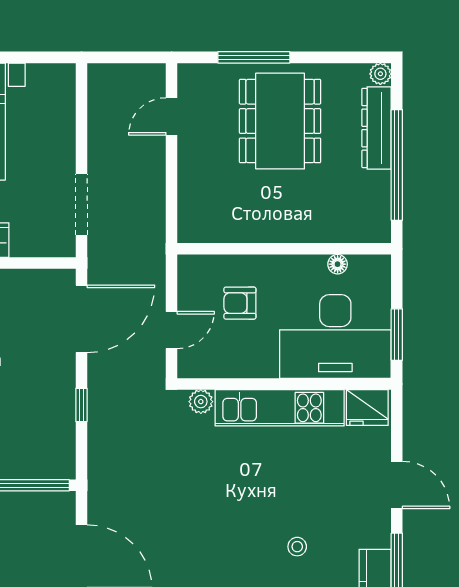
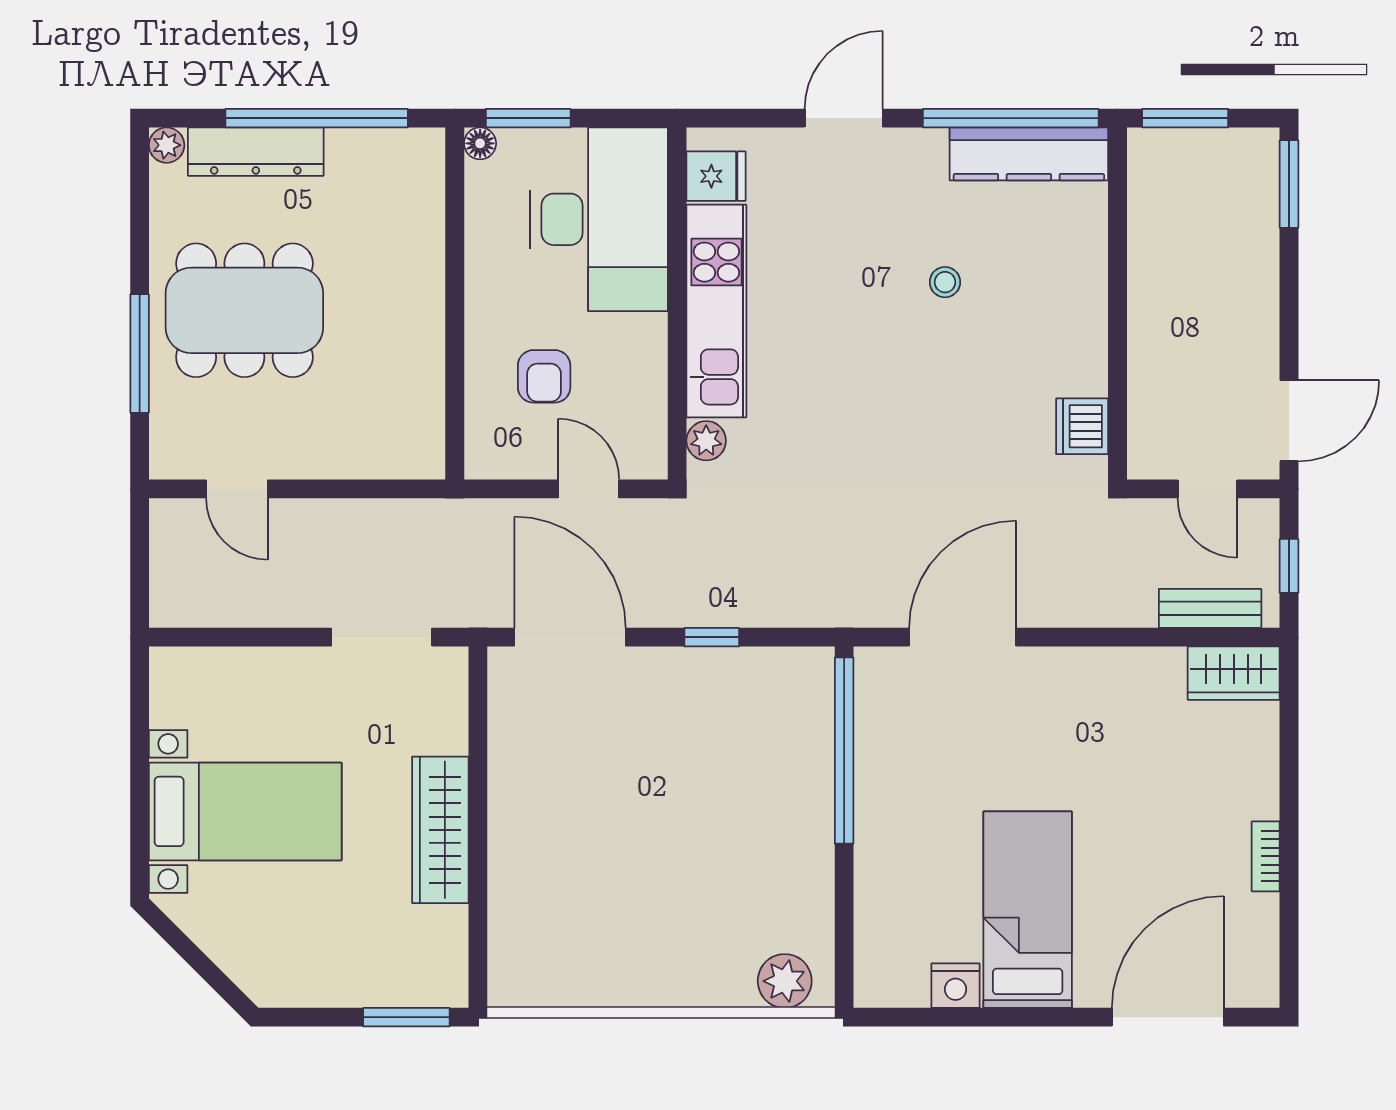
floor lamp: (338, 264) -> (480, 143), moved
window: (397, 335) -> (528, 118), moved
fridge: (367, 408) -> (716, 176), width x0.72

